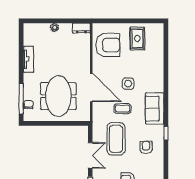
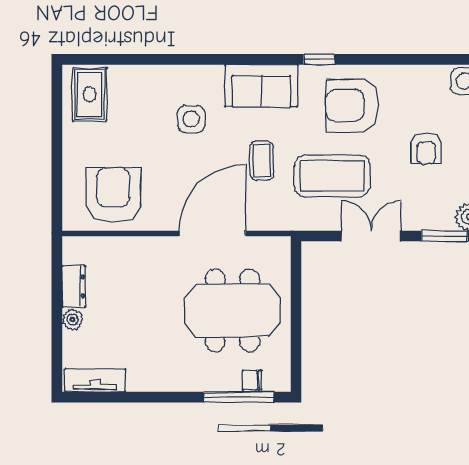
dresser: (81, 28) -> (74, 286), moved
rug: (137, 38) -> (89, 94), moved, turned 90
tv unit: (28, 59) -> (95, 380), moved
side table: (128, 84) -> (191, 119), moved
armchair: (146, 147) -> (352, 106), width x1.88, depth x1.88

